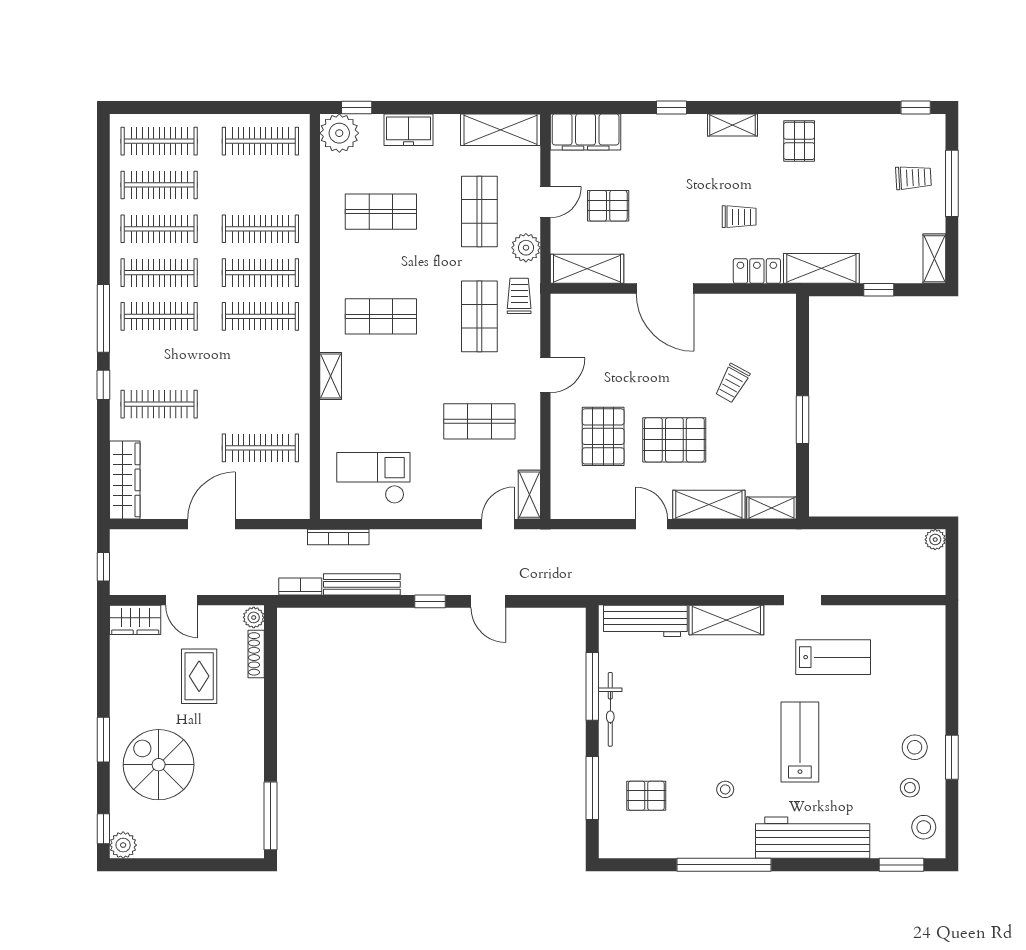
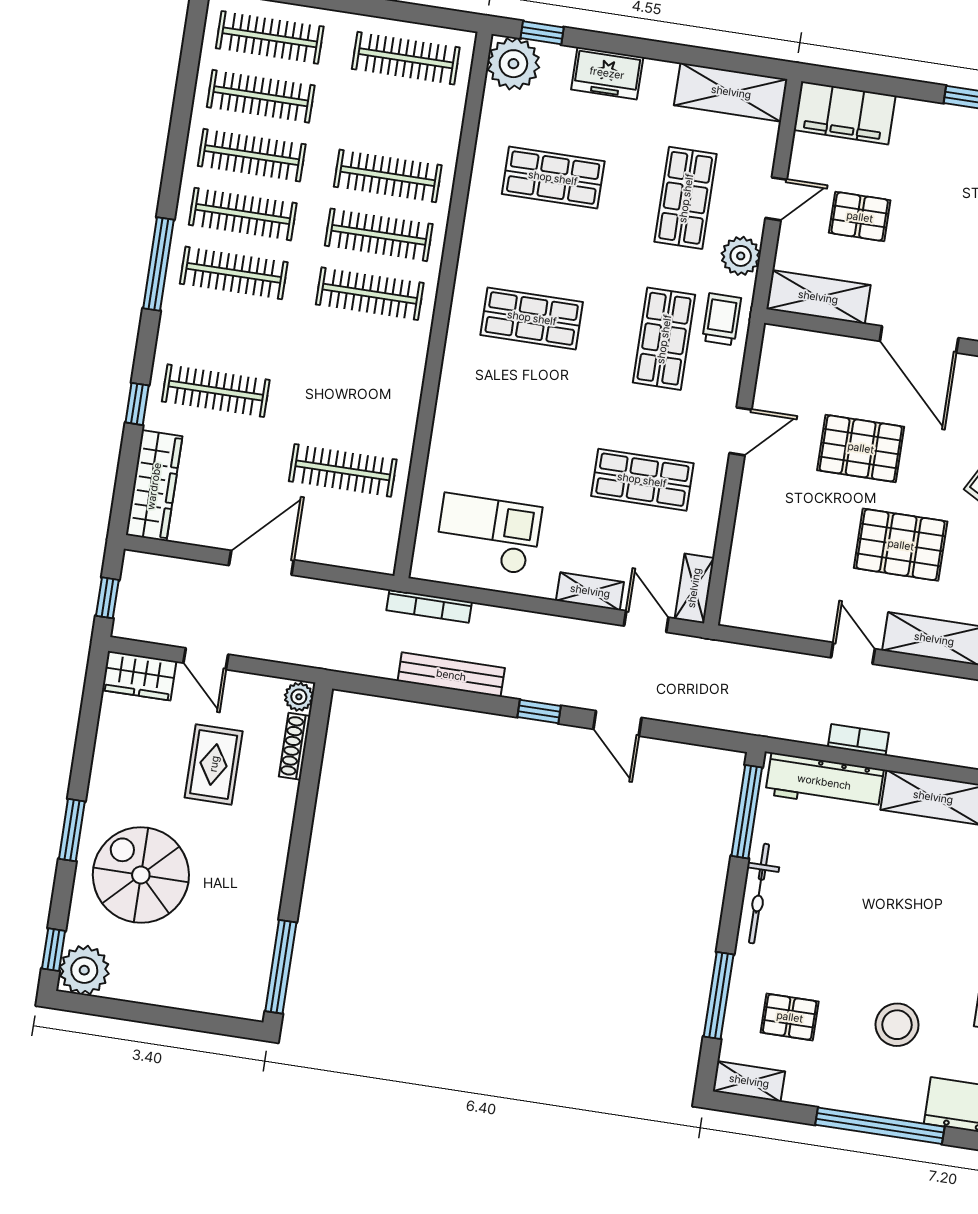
shelving: (331, 376) -> (590, 591), moved, turned 90
window: (103, 385) -> (137, 404), moved
pallet: (603, 436) -> (861, 448), moved, turned 90
door: (498, 524) -> (646, 622), hinge flipped
bookcase: (300, 586) -> (858, 740), moved
window: (592, 686) -> (747, 812), moved
stool: (725, 789) -> (897, 1025), width x1.89, depth x1.89
plant: (123, 845) -> (84, 970), width x1.36, depth x1.36
shelving: (624, 847) -> (749, 1081), added

